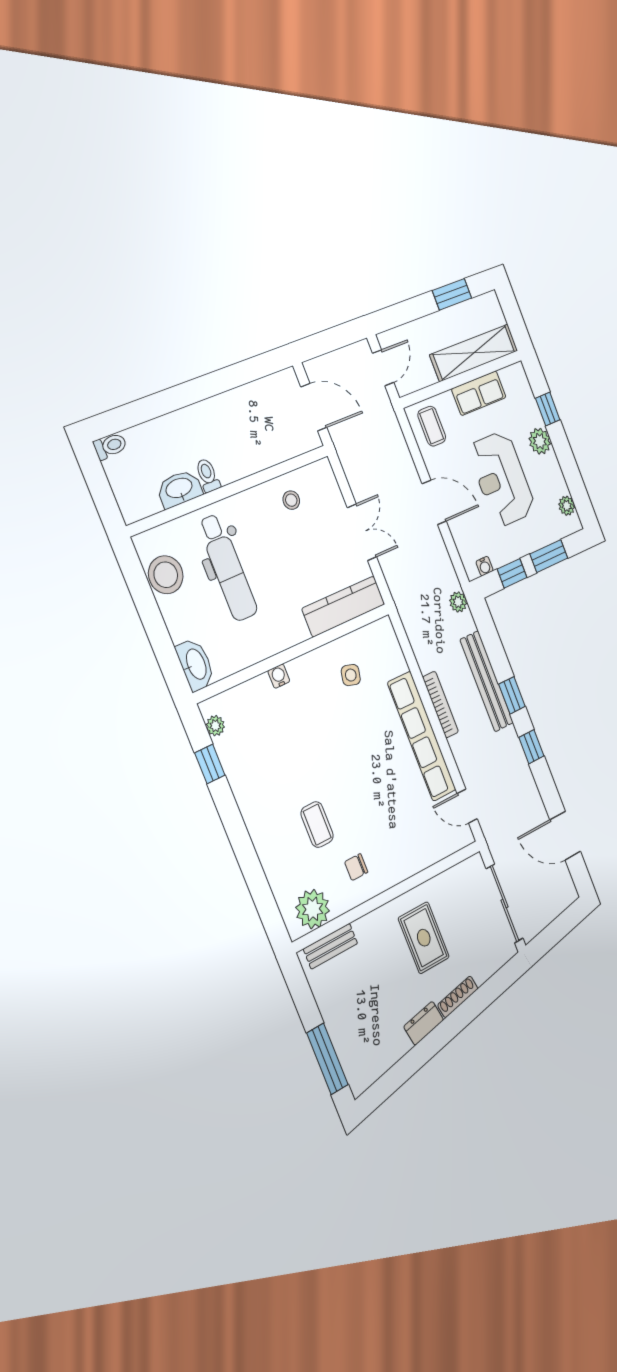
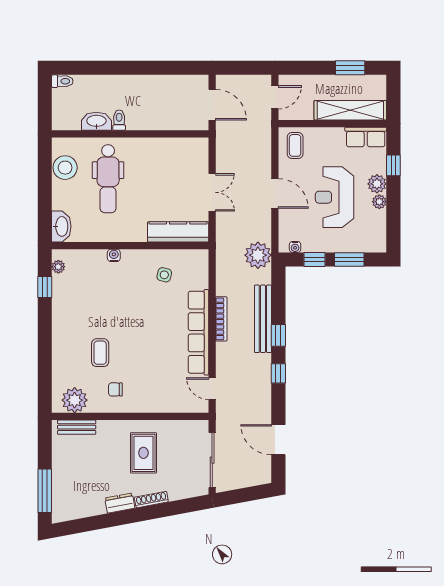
row of seats: (479, 393) -> (366, 137), moved
stool: (291, 500) -> (170, 155), removed
plant: (567, 506) -> (379, 202), moved
plant: (458, 602) -> (258, 255), width x1.88, depth x1.88

